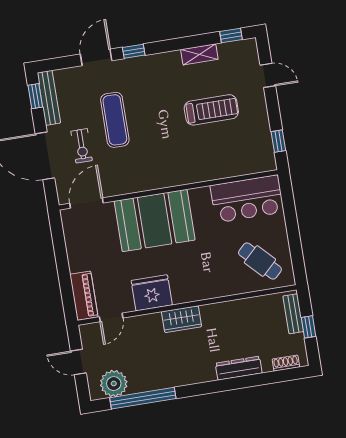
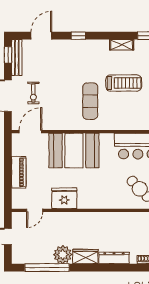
door: (96, 57) -> (41, 36), moved
exercise mat: (115, 120) -> (90, 101), moved
piano: (84, 296) -> (19, 172), moved
wardrobe: (181, 319) -> (85, 257), moved, turned 180
plant: (114, 384) -> (63, 255), moved

